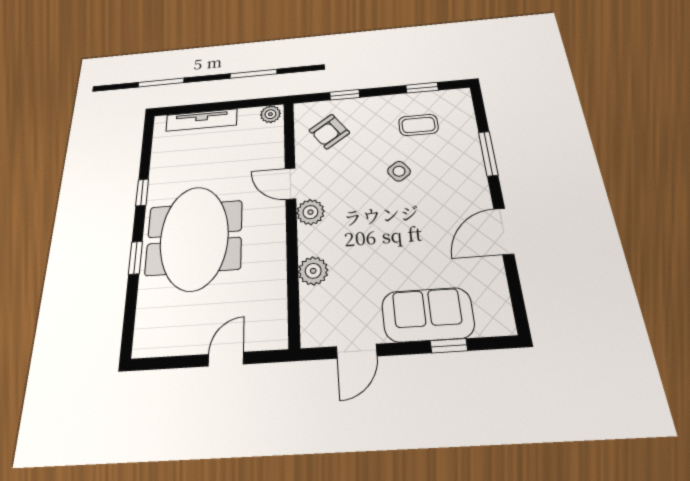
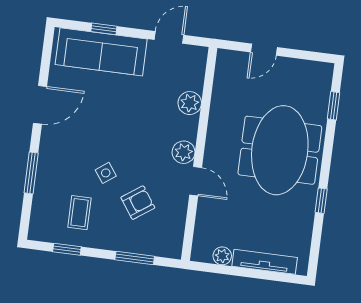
window: (345, 95) -> (135, 258), width x1.50
plant: (270, 114) -> (222, 256), moved
coffee table: (418, 125) -> (79, 213), turned 90
armchair: (329, 132) -> (138, 203), moved
window: (136, 258) -> (333, 106), moved
sofa: (428, 315) -> (101, 52), width x1.36

